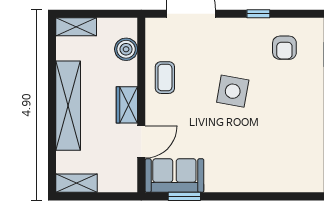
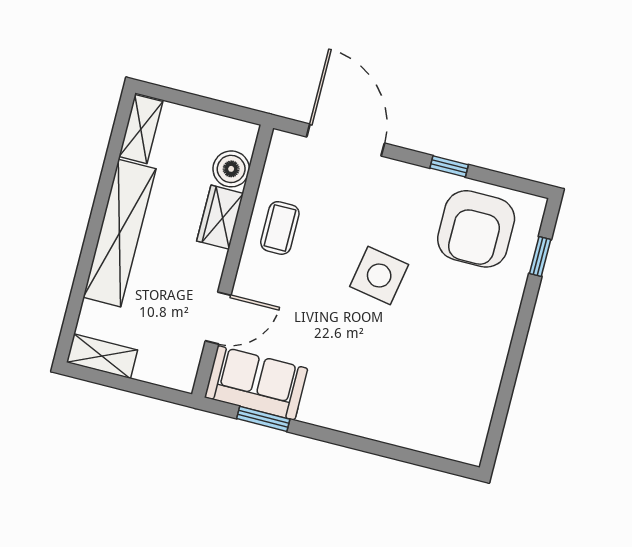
shelving: (76, 27) -> (141, 129), moved, turned 90
armchair: (284, 48) -> (476, 229), width x1.88, depth x1.88
wardrobe: (127, 105) -> (220, 217), moved

